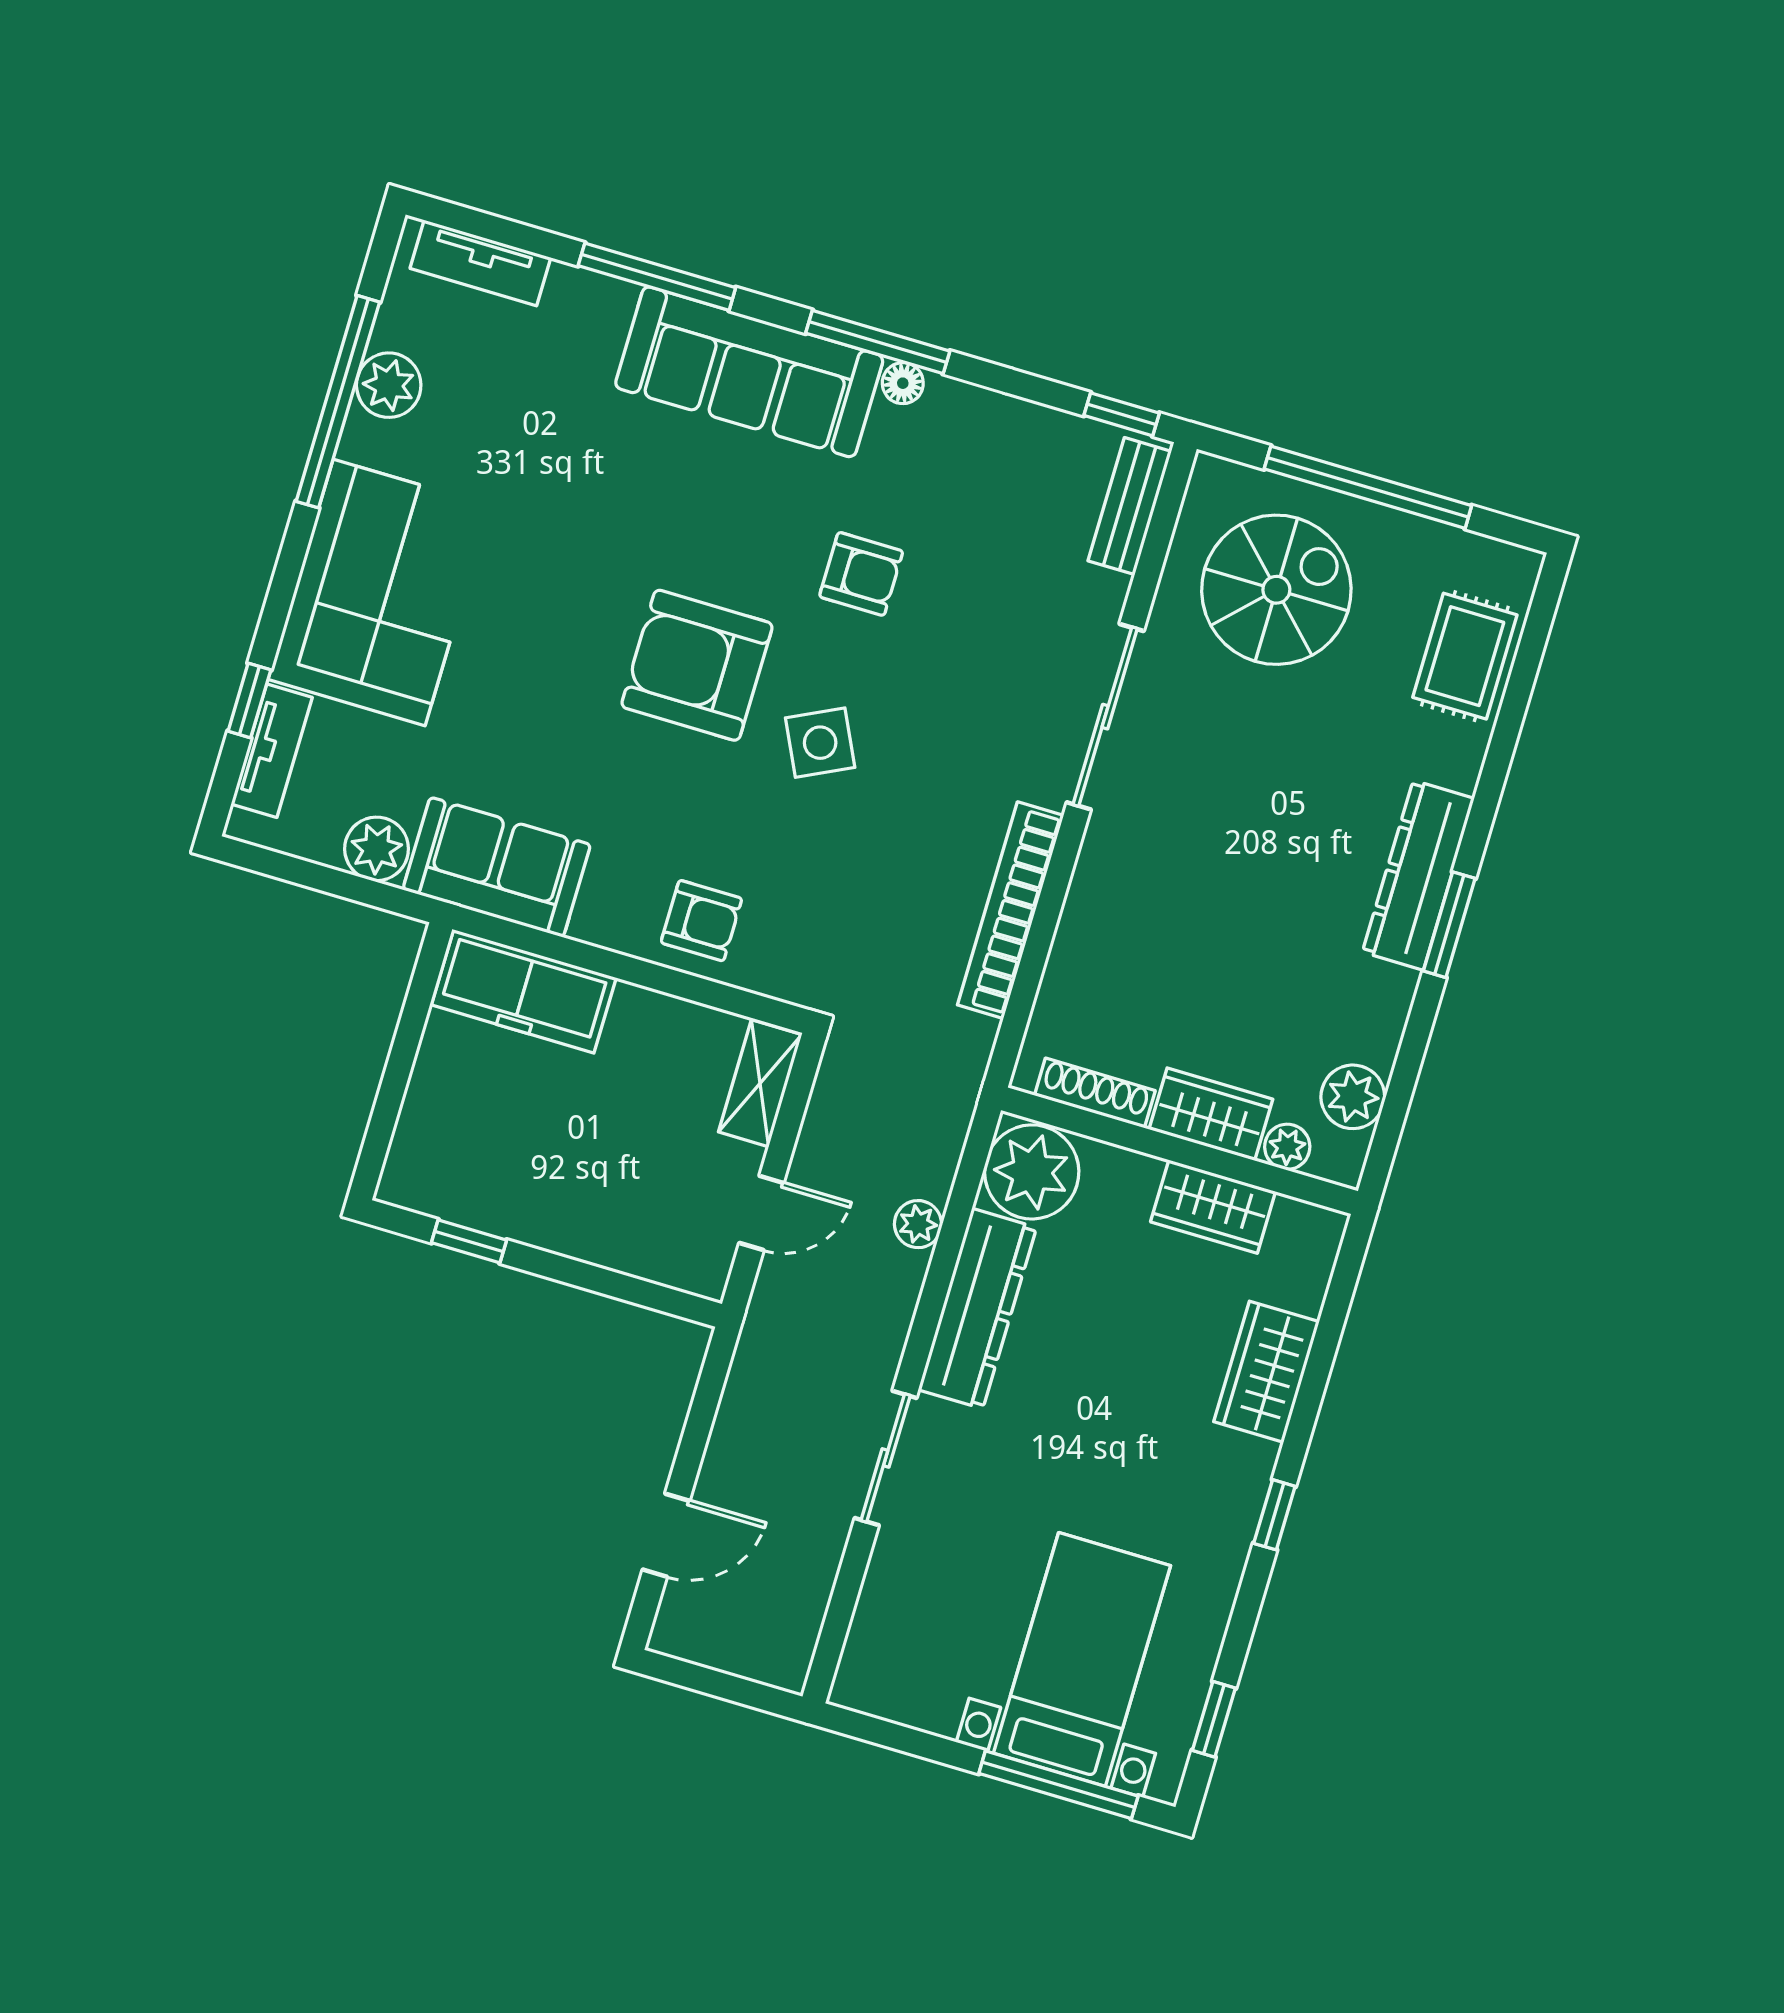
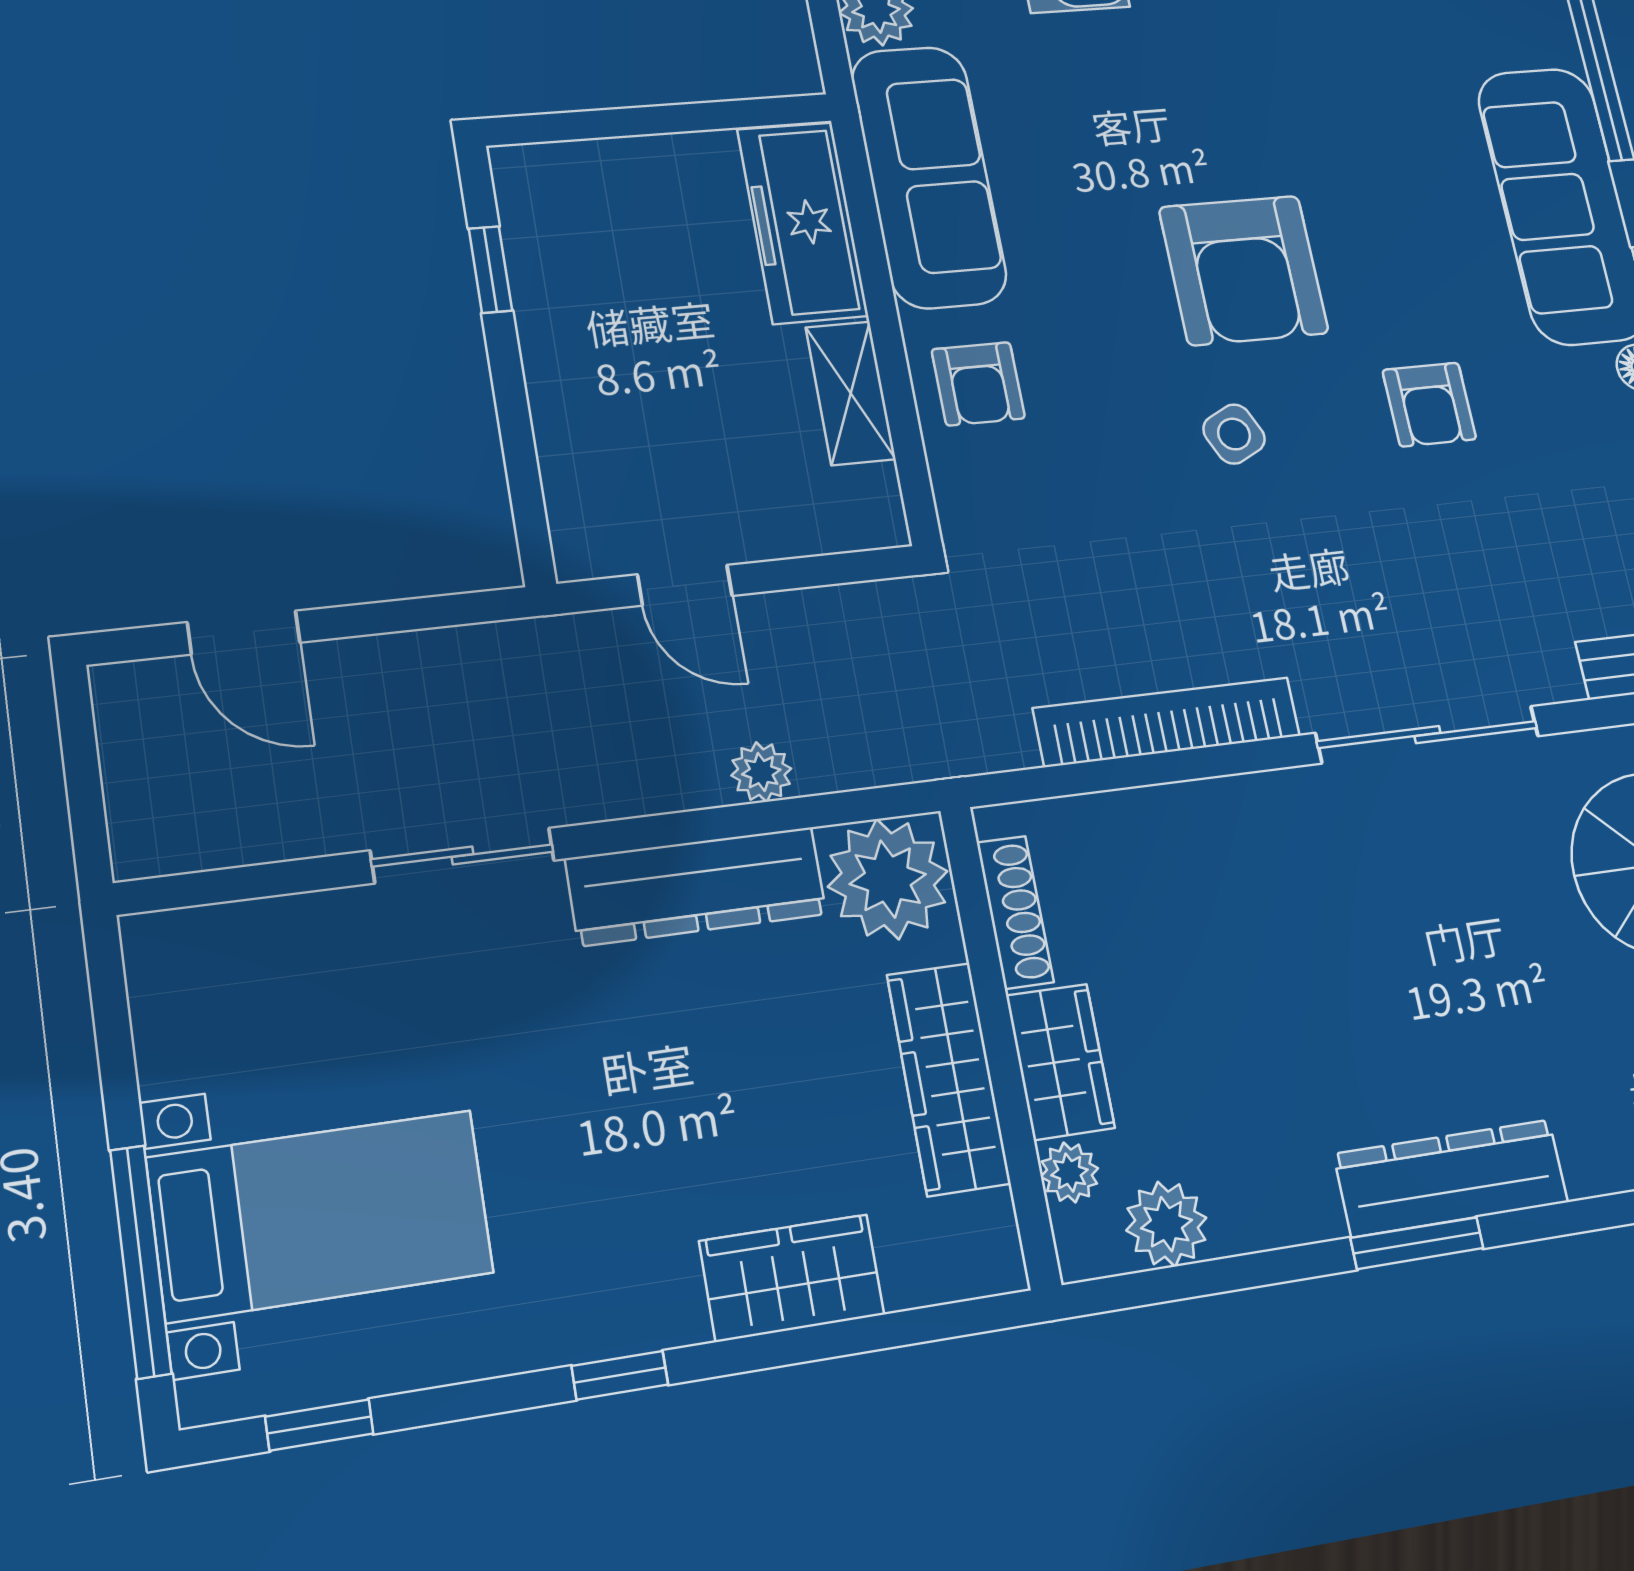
armchair: (697, 665) -> (1244, 270), turned 180
side table: (820, 743) -> (1234, 434), width x0.73, depth x0.73
sofa: (497, 867) -> (929, 177), width x1.36
shelving: (760, 1083) -> (851, 393), moved, turned 90
wardrobe: (1213, 1207) -> (949, 1079), width x1.50

